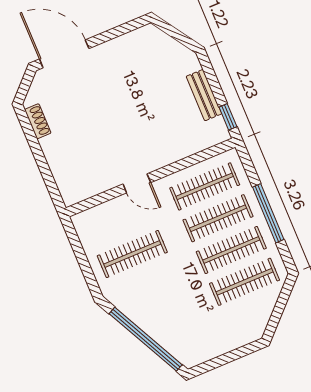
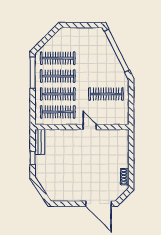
bench: (204, 95) -> (40, 142), moved
window: (228, 117) -> (33, 158), moved
window: (268, 213) -> (33, 73), moved

